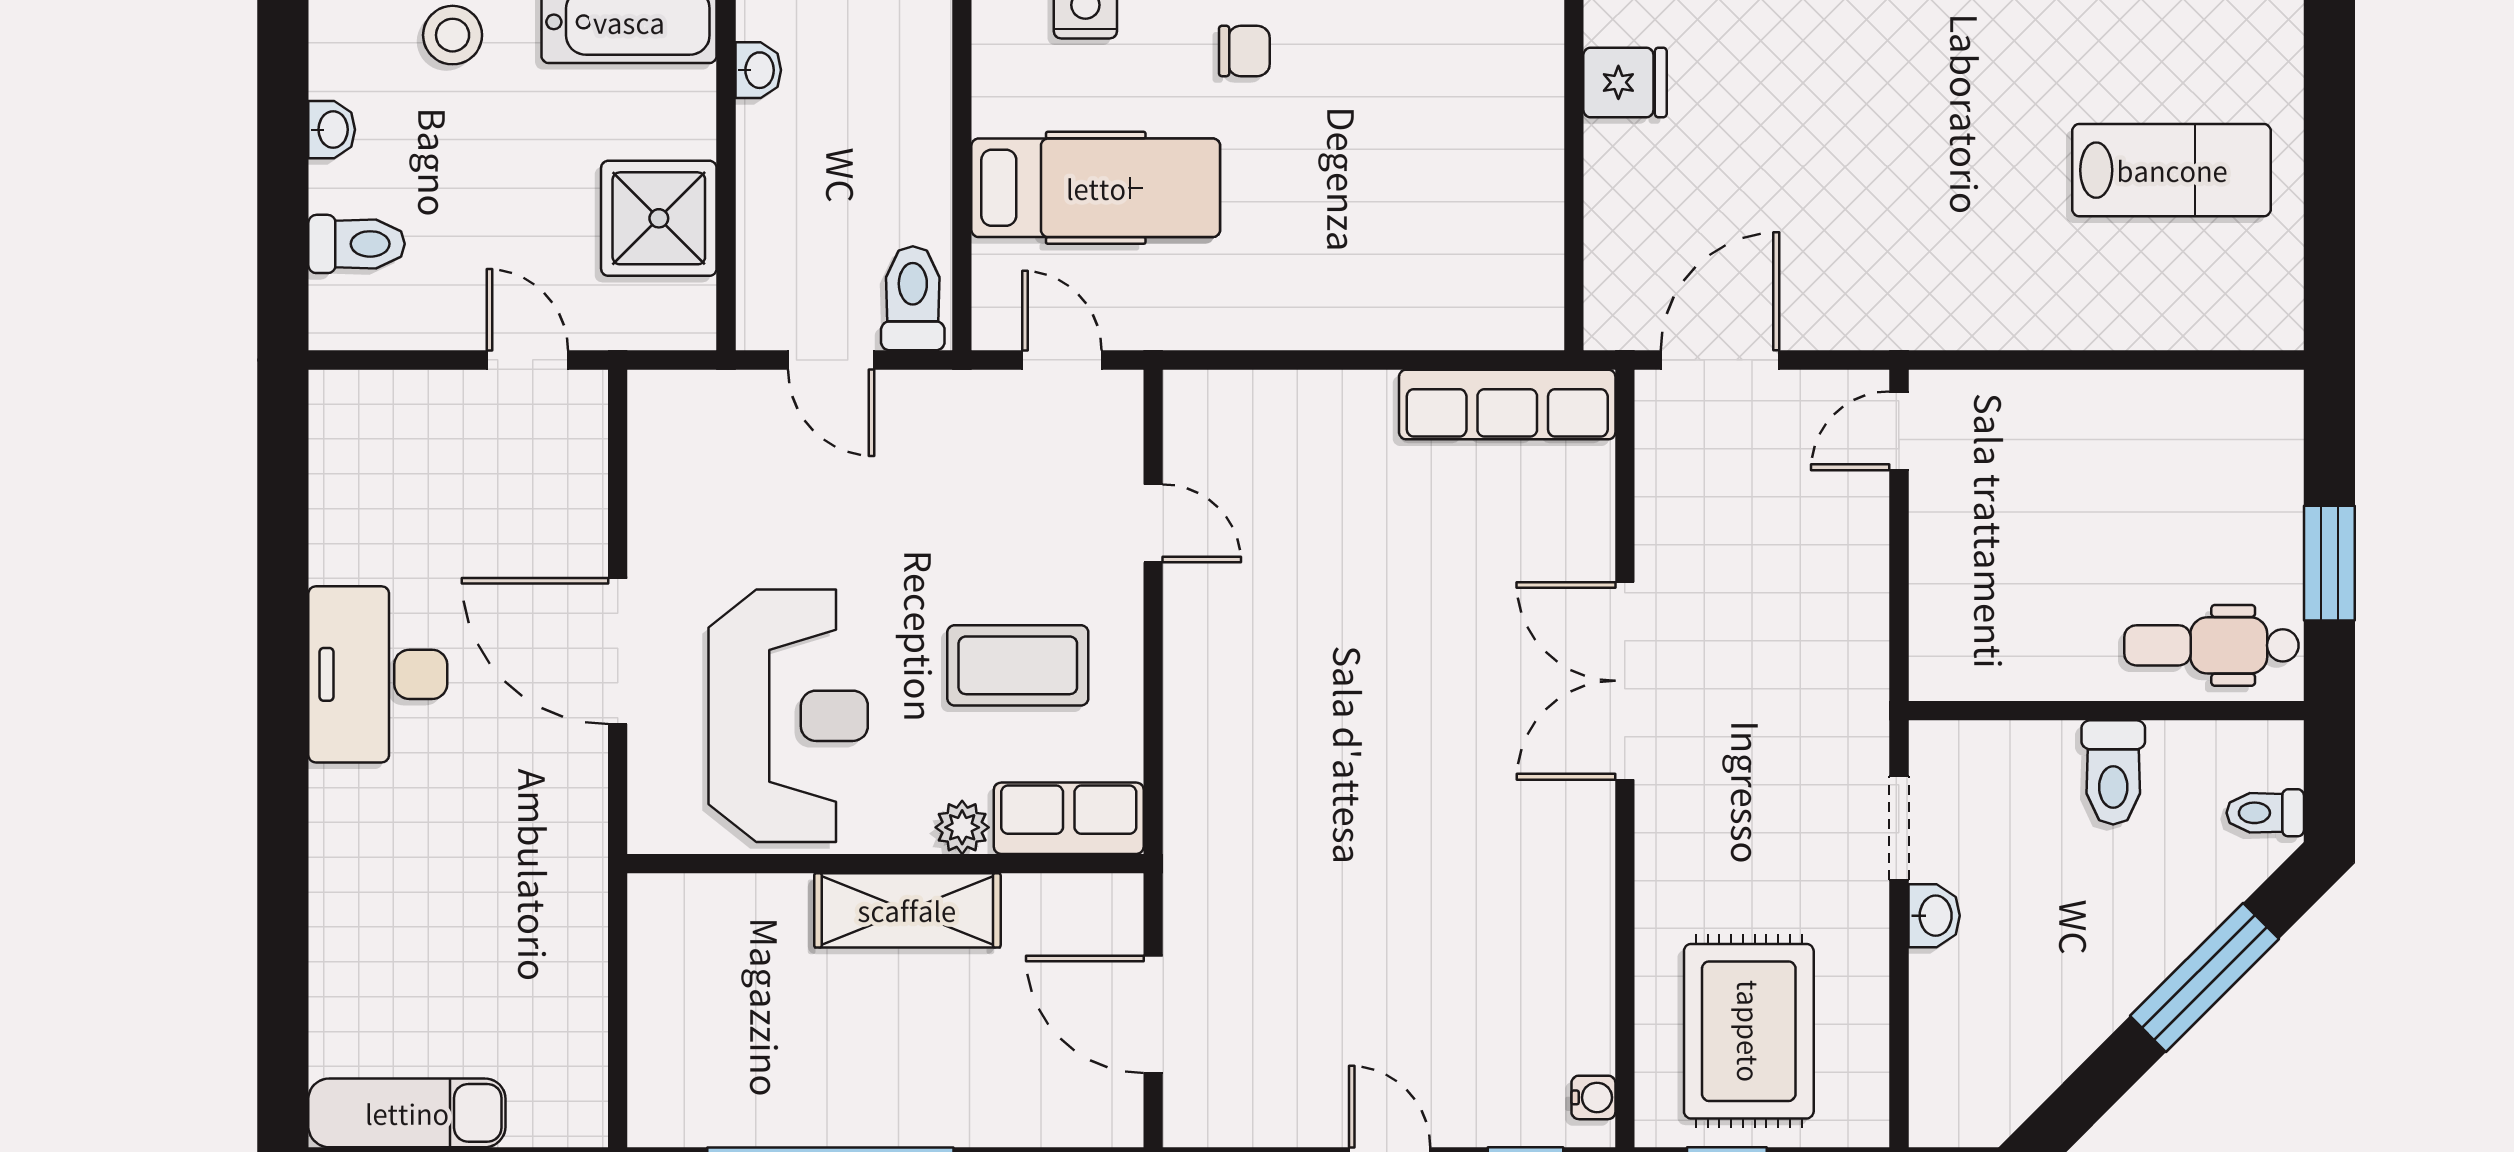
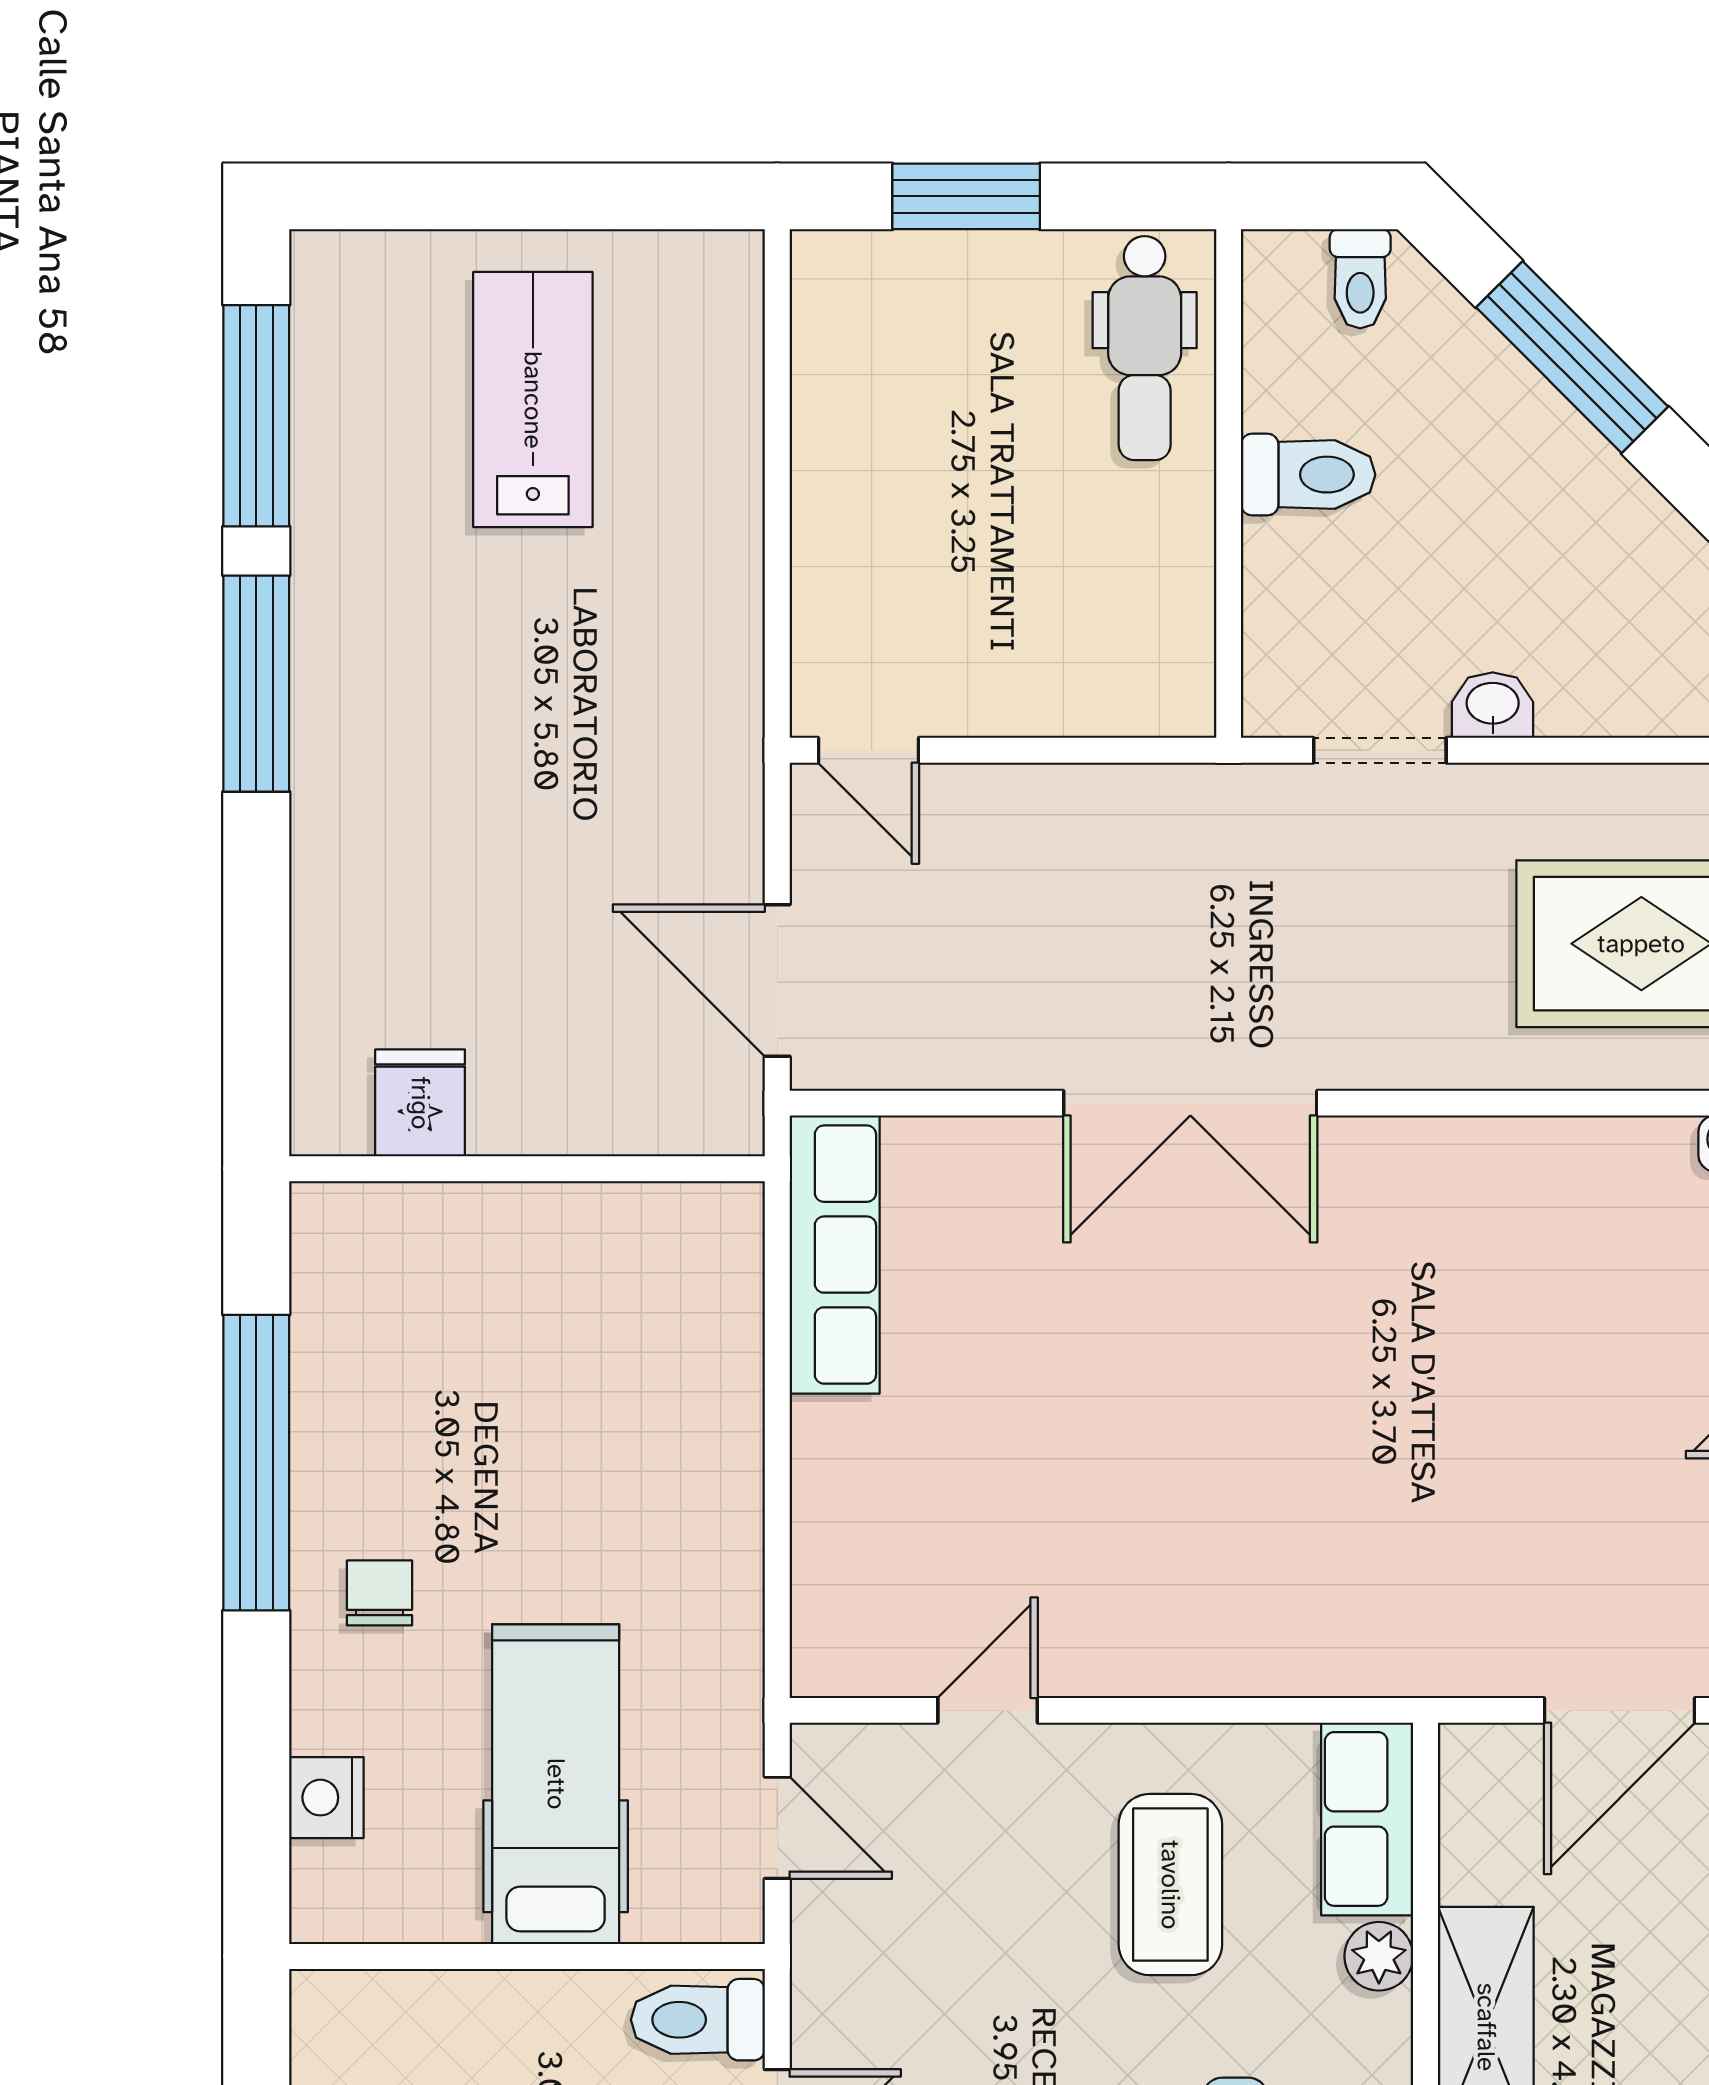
door: (1062, 360) -> (777, 1828), swing flipped
window: (2329, 563) -> (966, 196), moved

